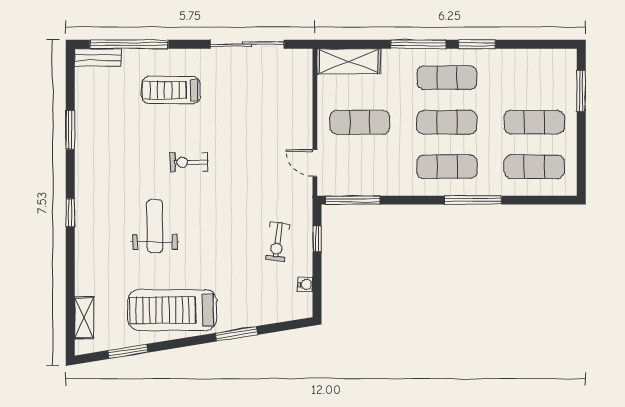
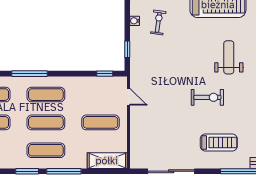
exercise bike: (189, 162) -> (207, 97), width x1.38, depth x1.39
window: (353, 200) -> (105, 74), width x0.46
weight bench: (155, 226) -> (229, 57), turned 180
exercise bike: (277, 242) -> (158, 22), moved

